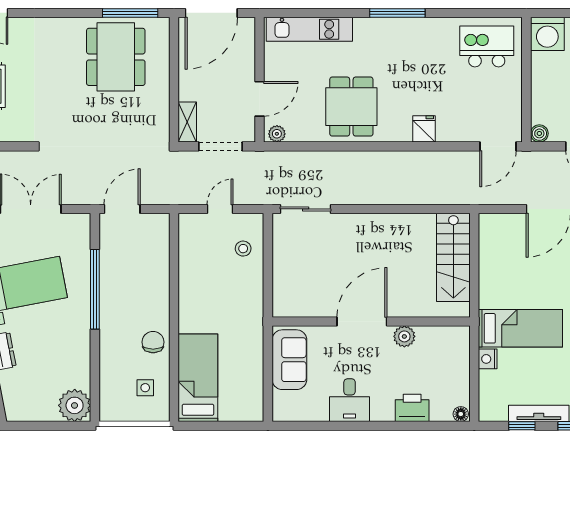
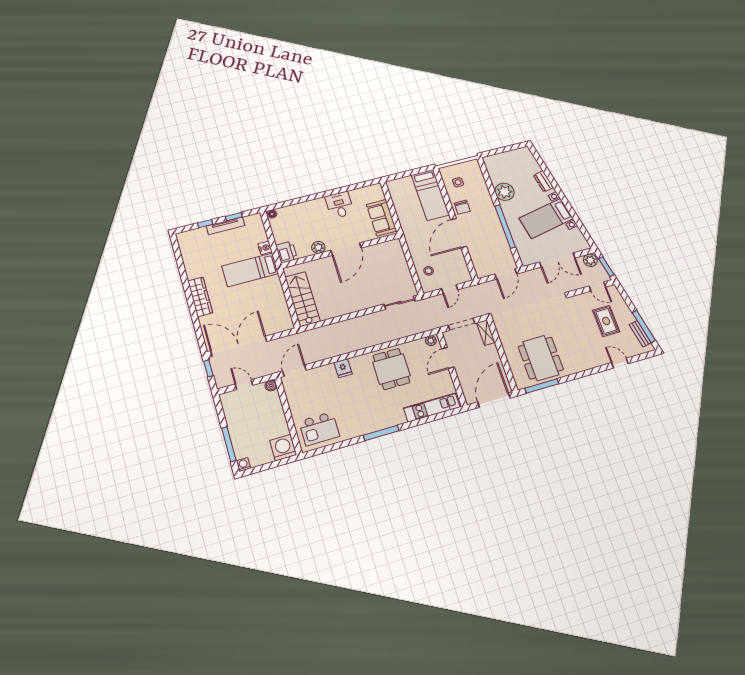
door: (174, 299) -> (459, 233), added
plant: (75, 405) -> (504, 192), moved
printer: (412, 408) -> (286, 252), moved, turned -90

